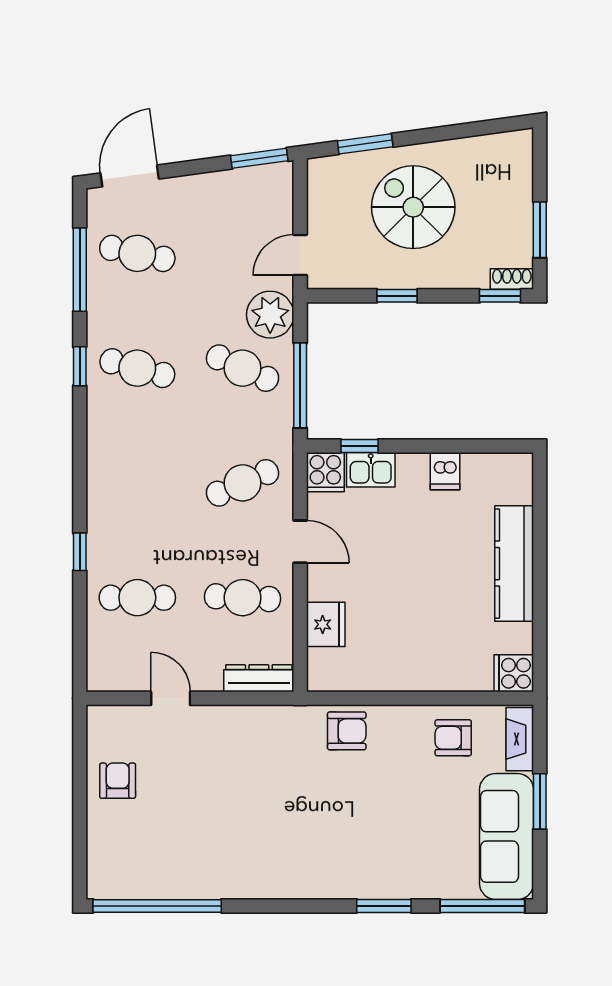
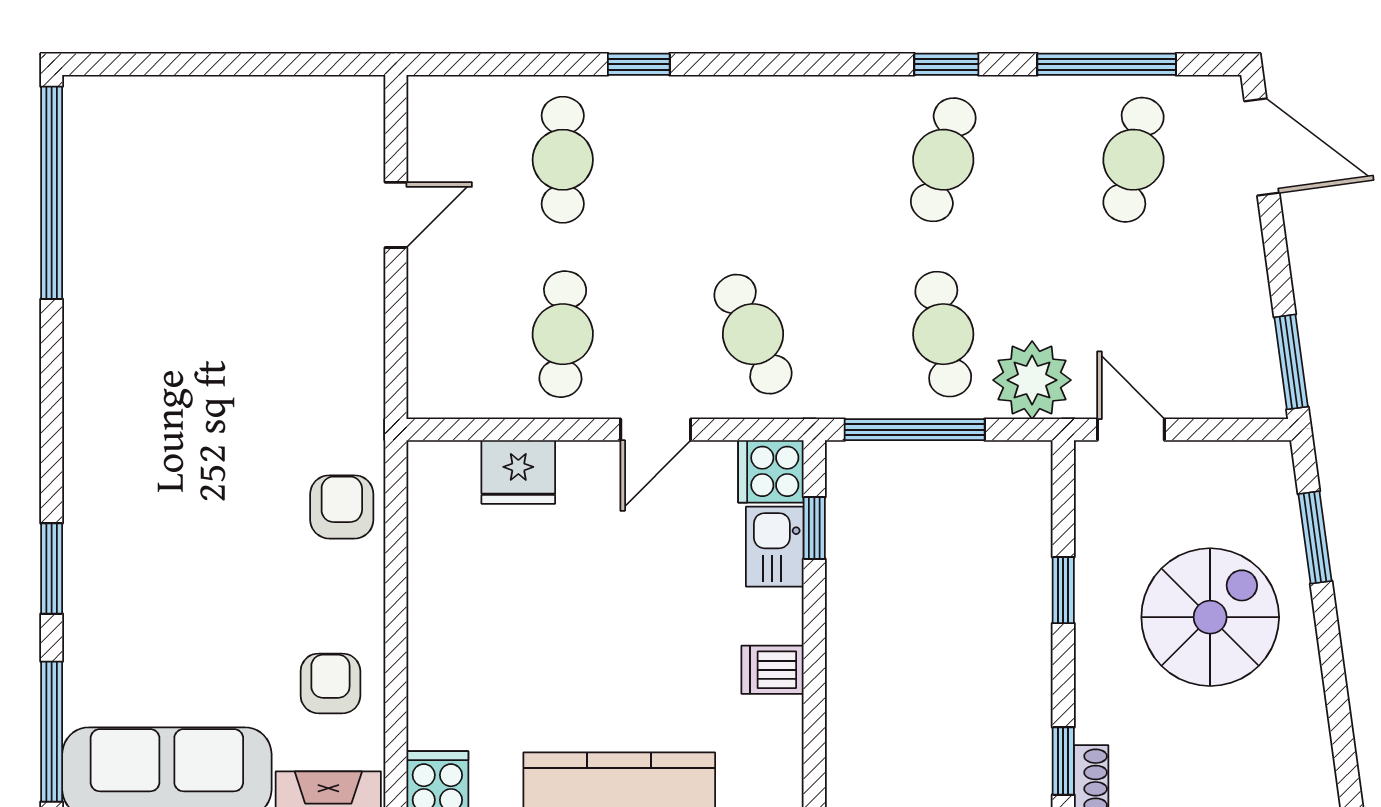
cafe table: (243, 368) -> (943, 334), turned -33
dresser: (259, 678) -> (429, 361), removed
armchair: (347, 731) -> (342, 507), turned 180
armchair: (118, 781) -> (259, 127), removed

